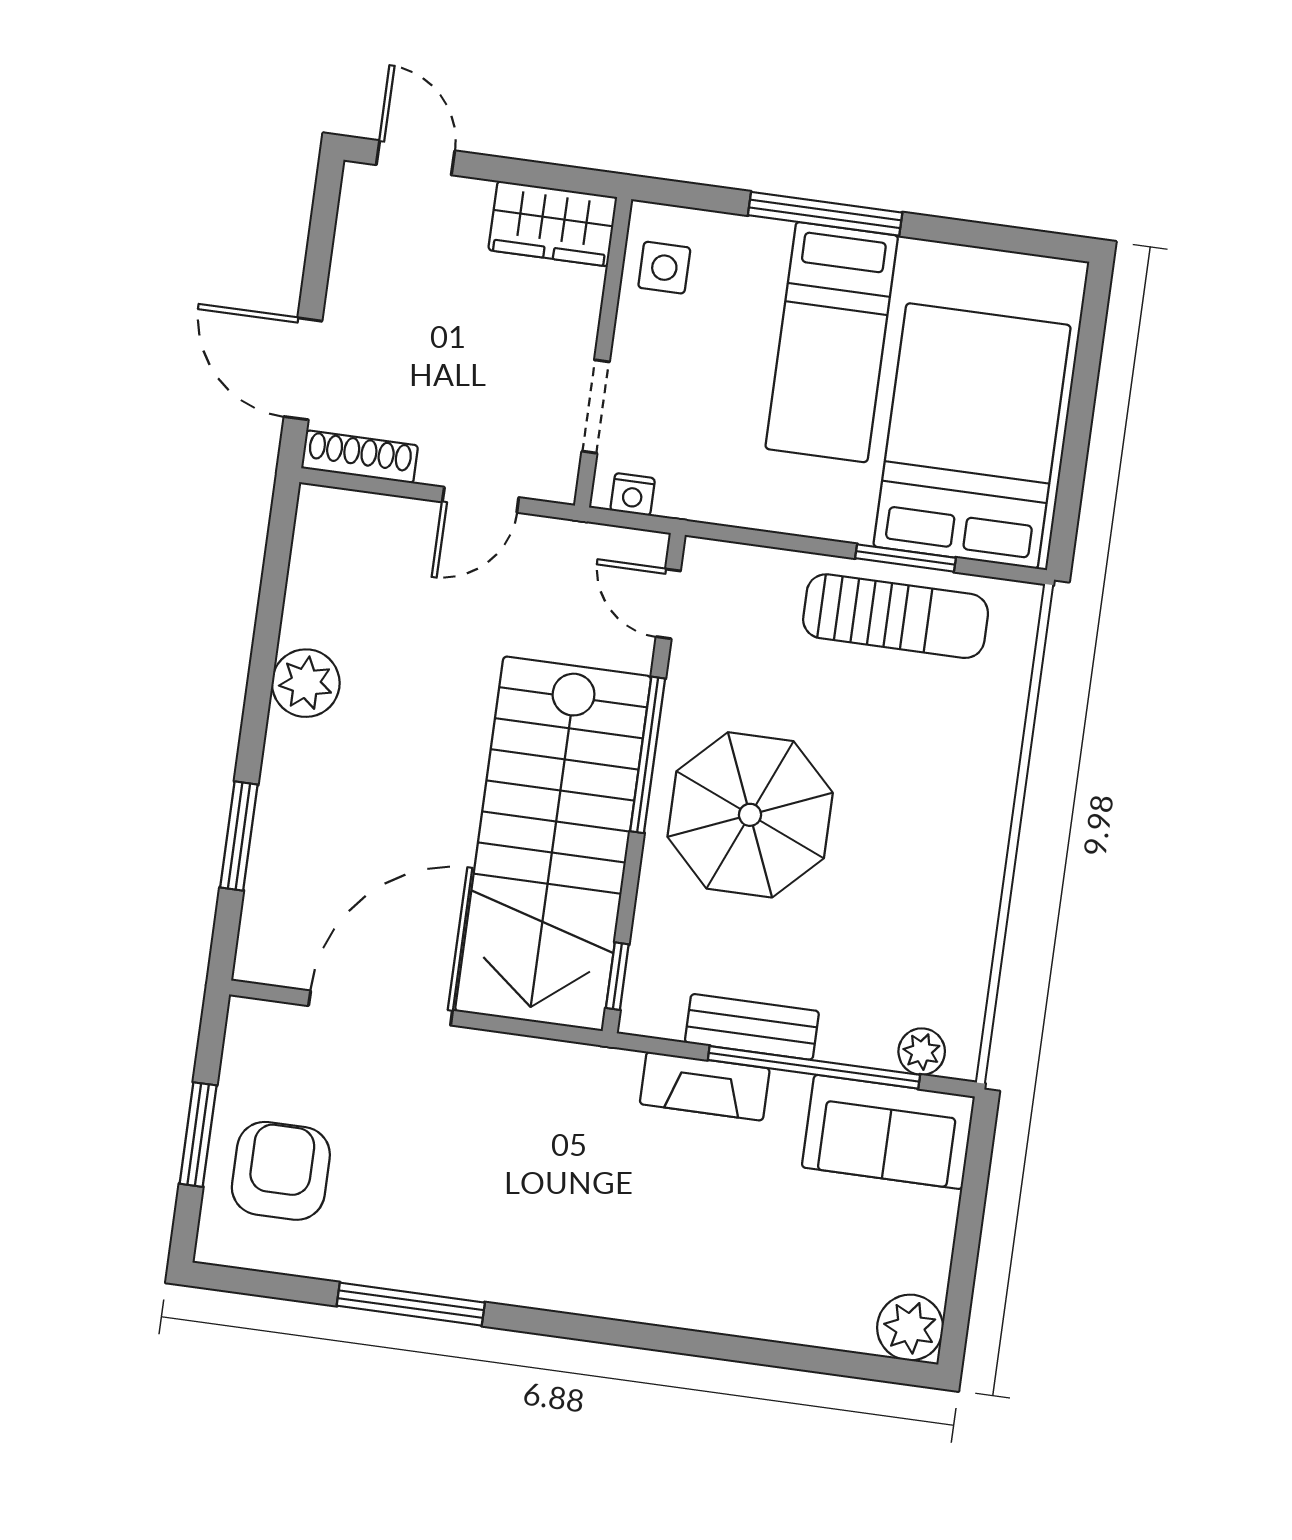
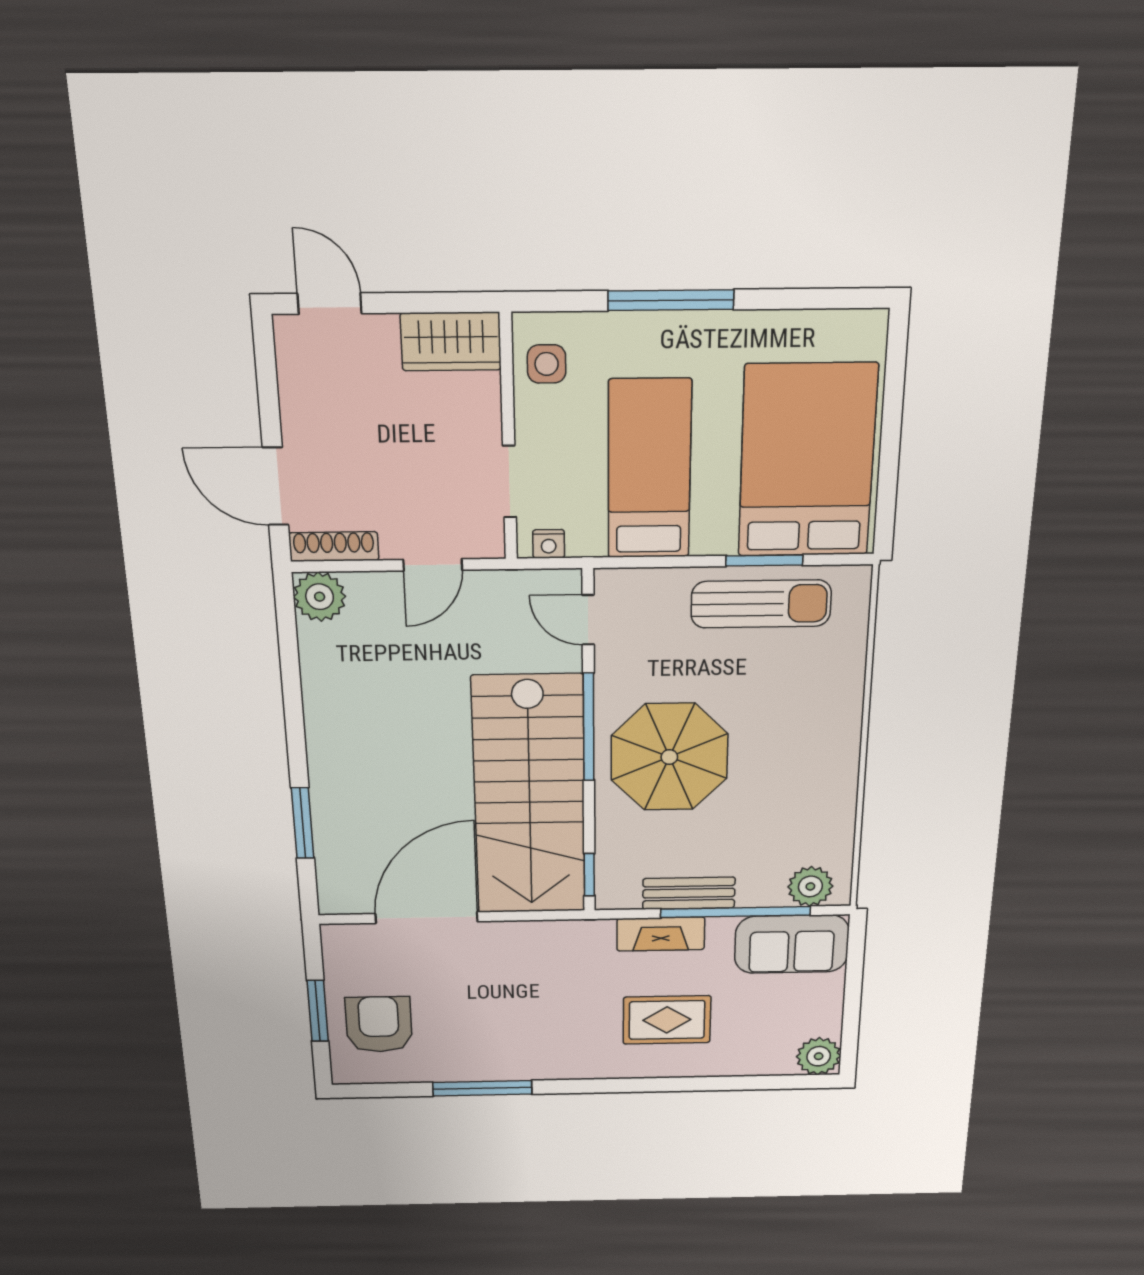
bed: (832, 342) -> (649, 469), moved, turned 180
plant: (306, 683) -> (320, 597), moved
plant: (922, 1052) -> (810, 886), width x1.38, depth x1.38
rug: (696, 1230) -> (667, 1020), added

